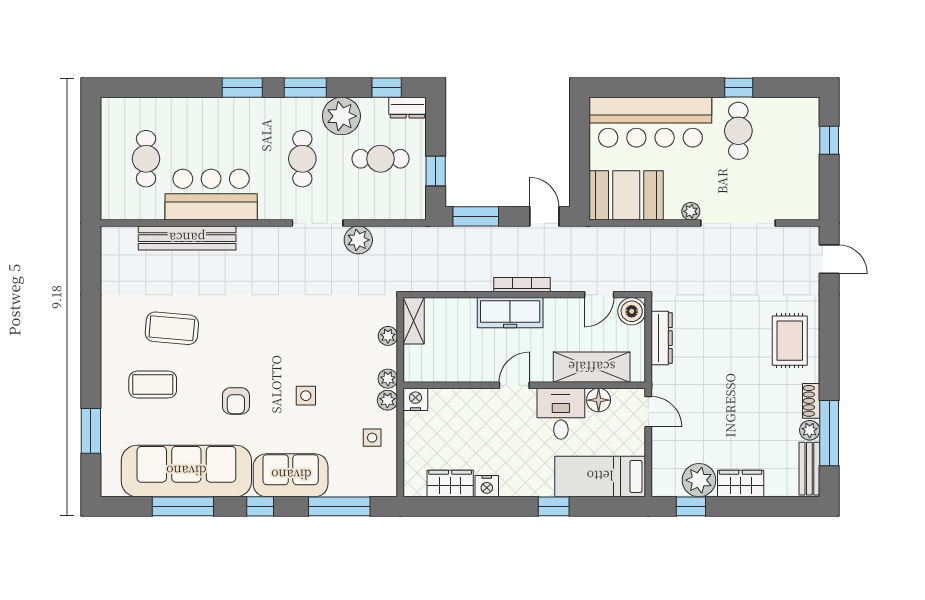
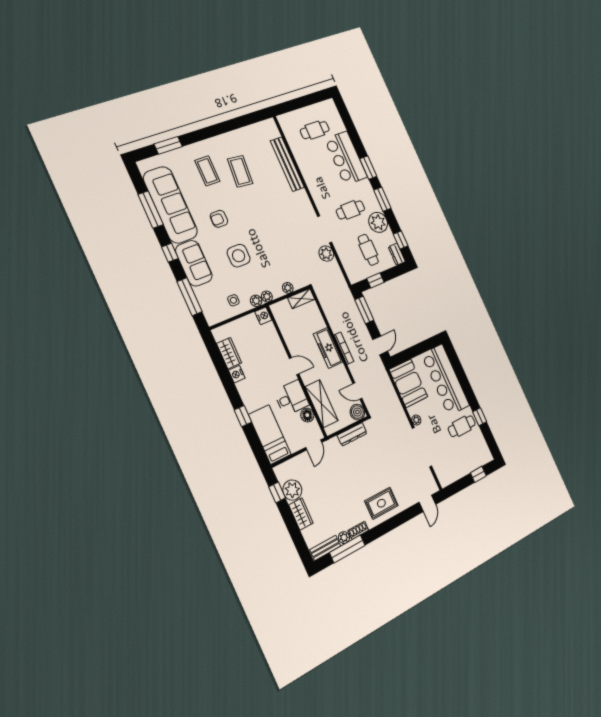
bar counter: (211, 195) -> (346, 158), moved, turned 180
side table: (306, 396) -> (239, 256), width x1.87, depth x1.87

